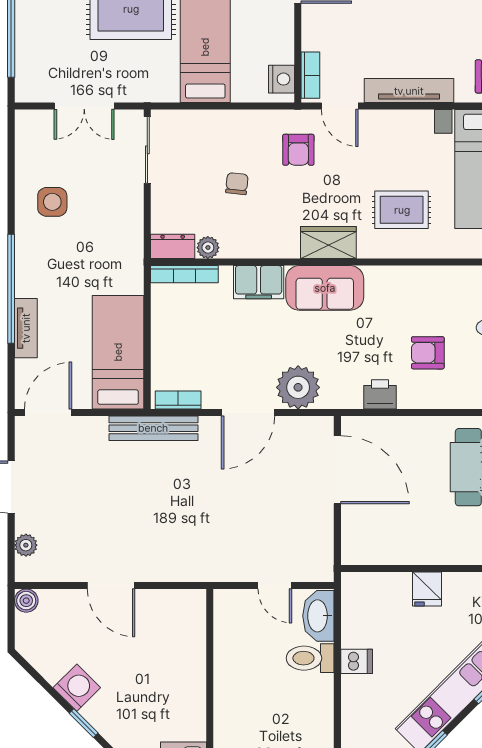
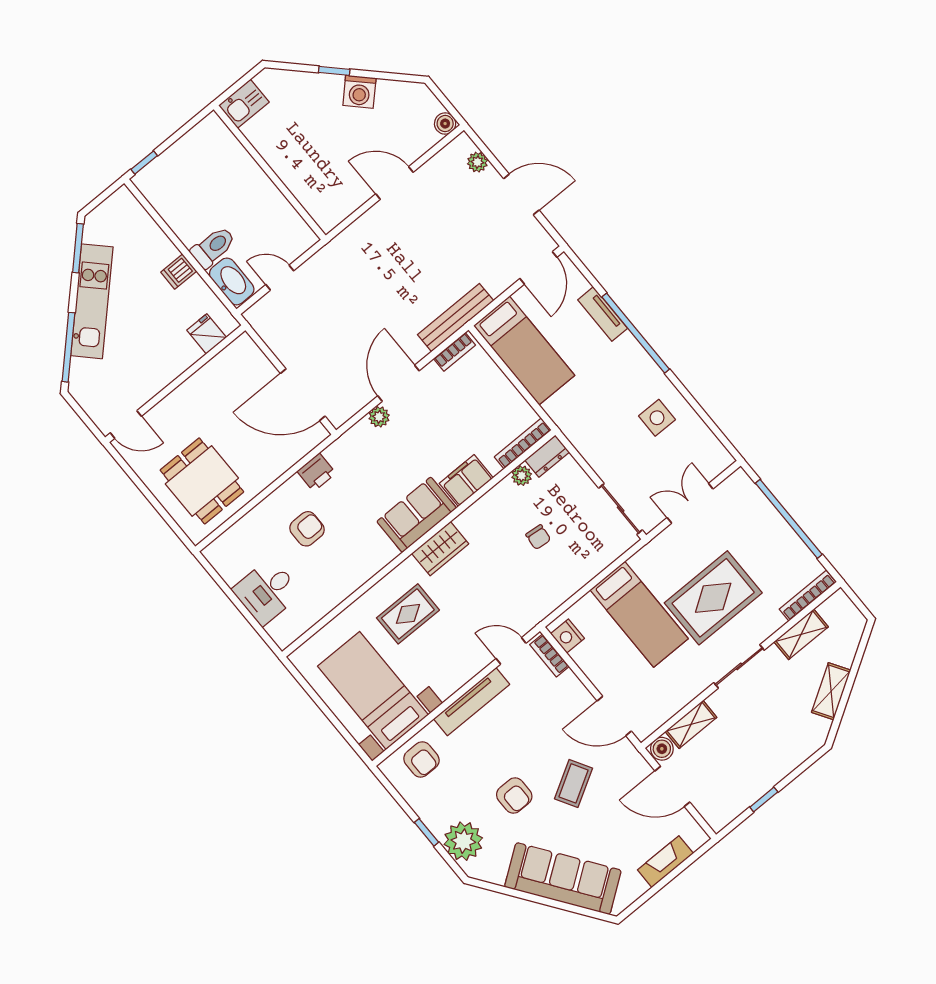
armchair: (298, 150) -> (515, 596), removed
plant: (298, 387) -> (379, 417), width x0.53, depth x0.53
fridge: (427, 589) -> (207, 334), moved

